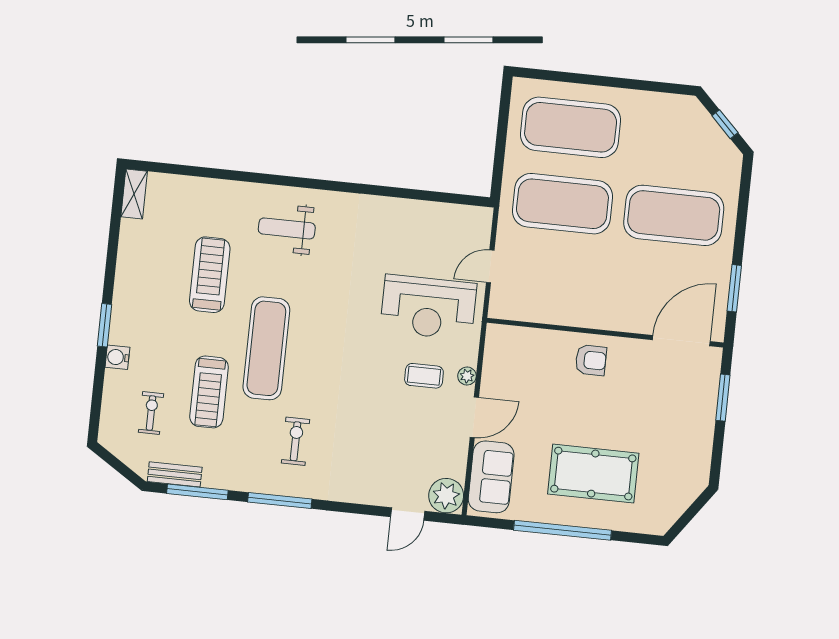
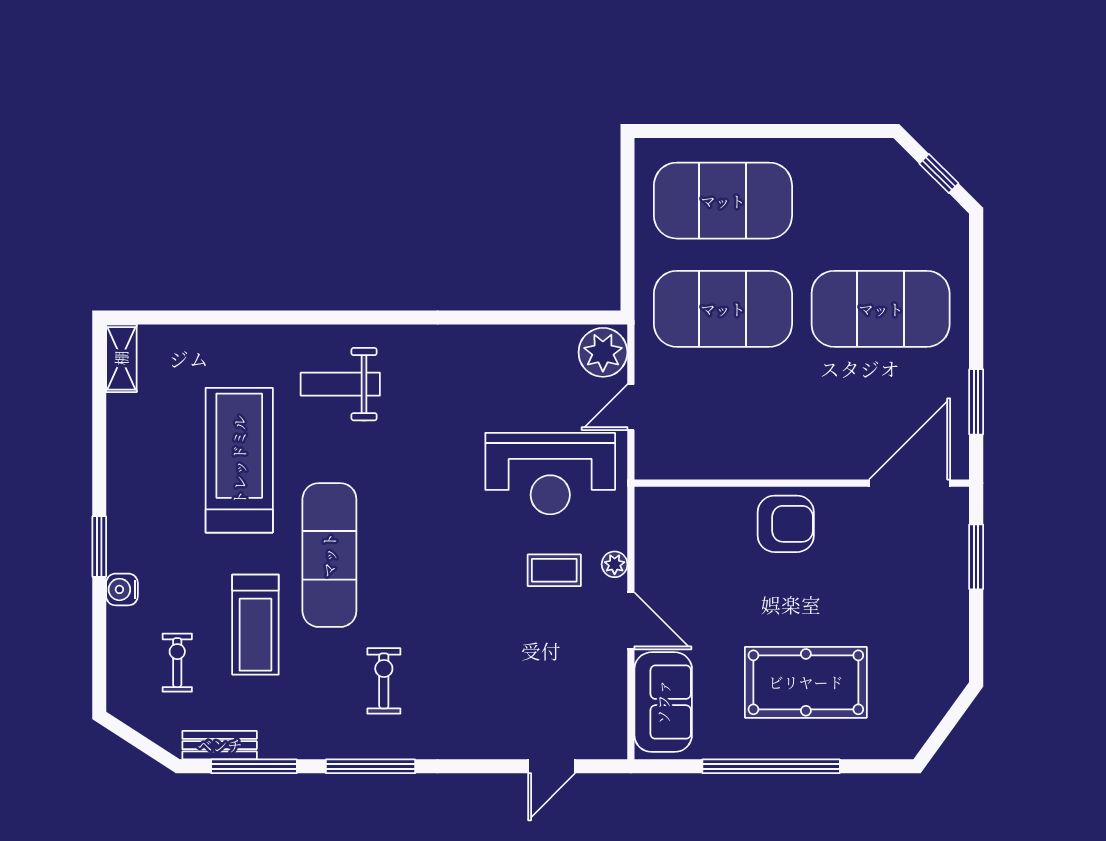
treadmill: (210, 275) -> (239, 460), width x1.37, depth x1.38
armchair: (591, 360) -> (786, 524), width x1.38, depth x1.38
door: (474, 417) -> (631, 621), hinge flipped
plant: (446, 496) -> (603, 352), moved

